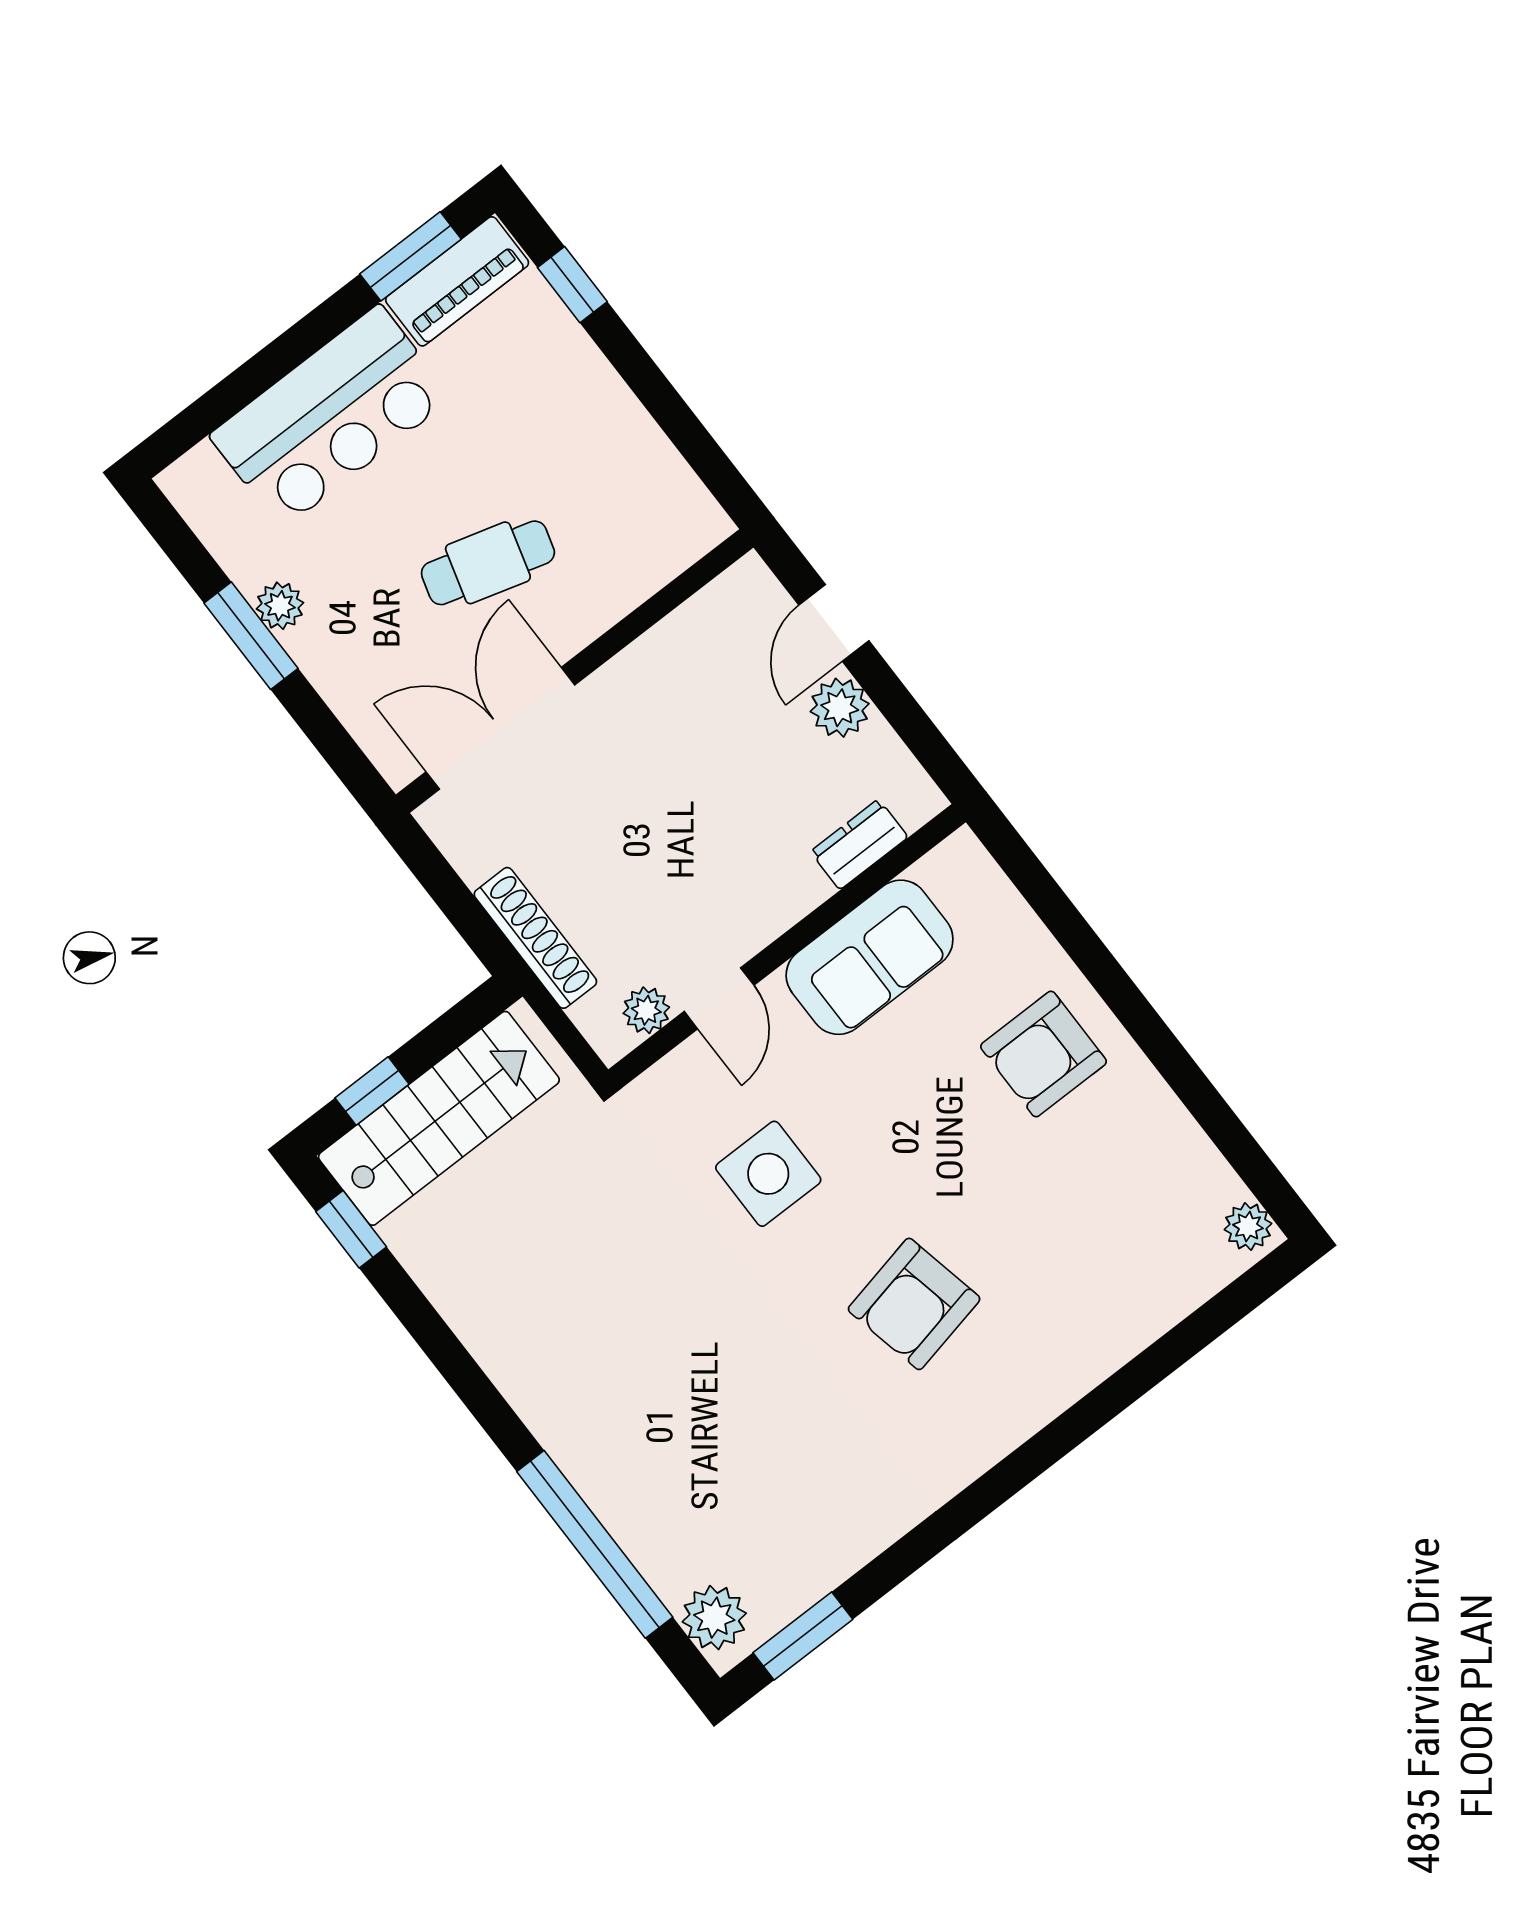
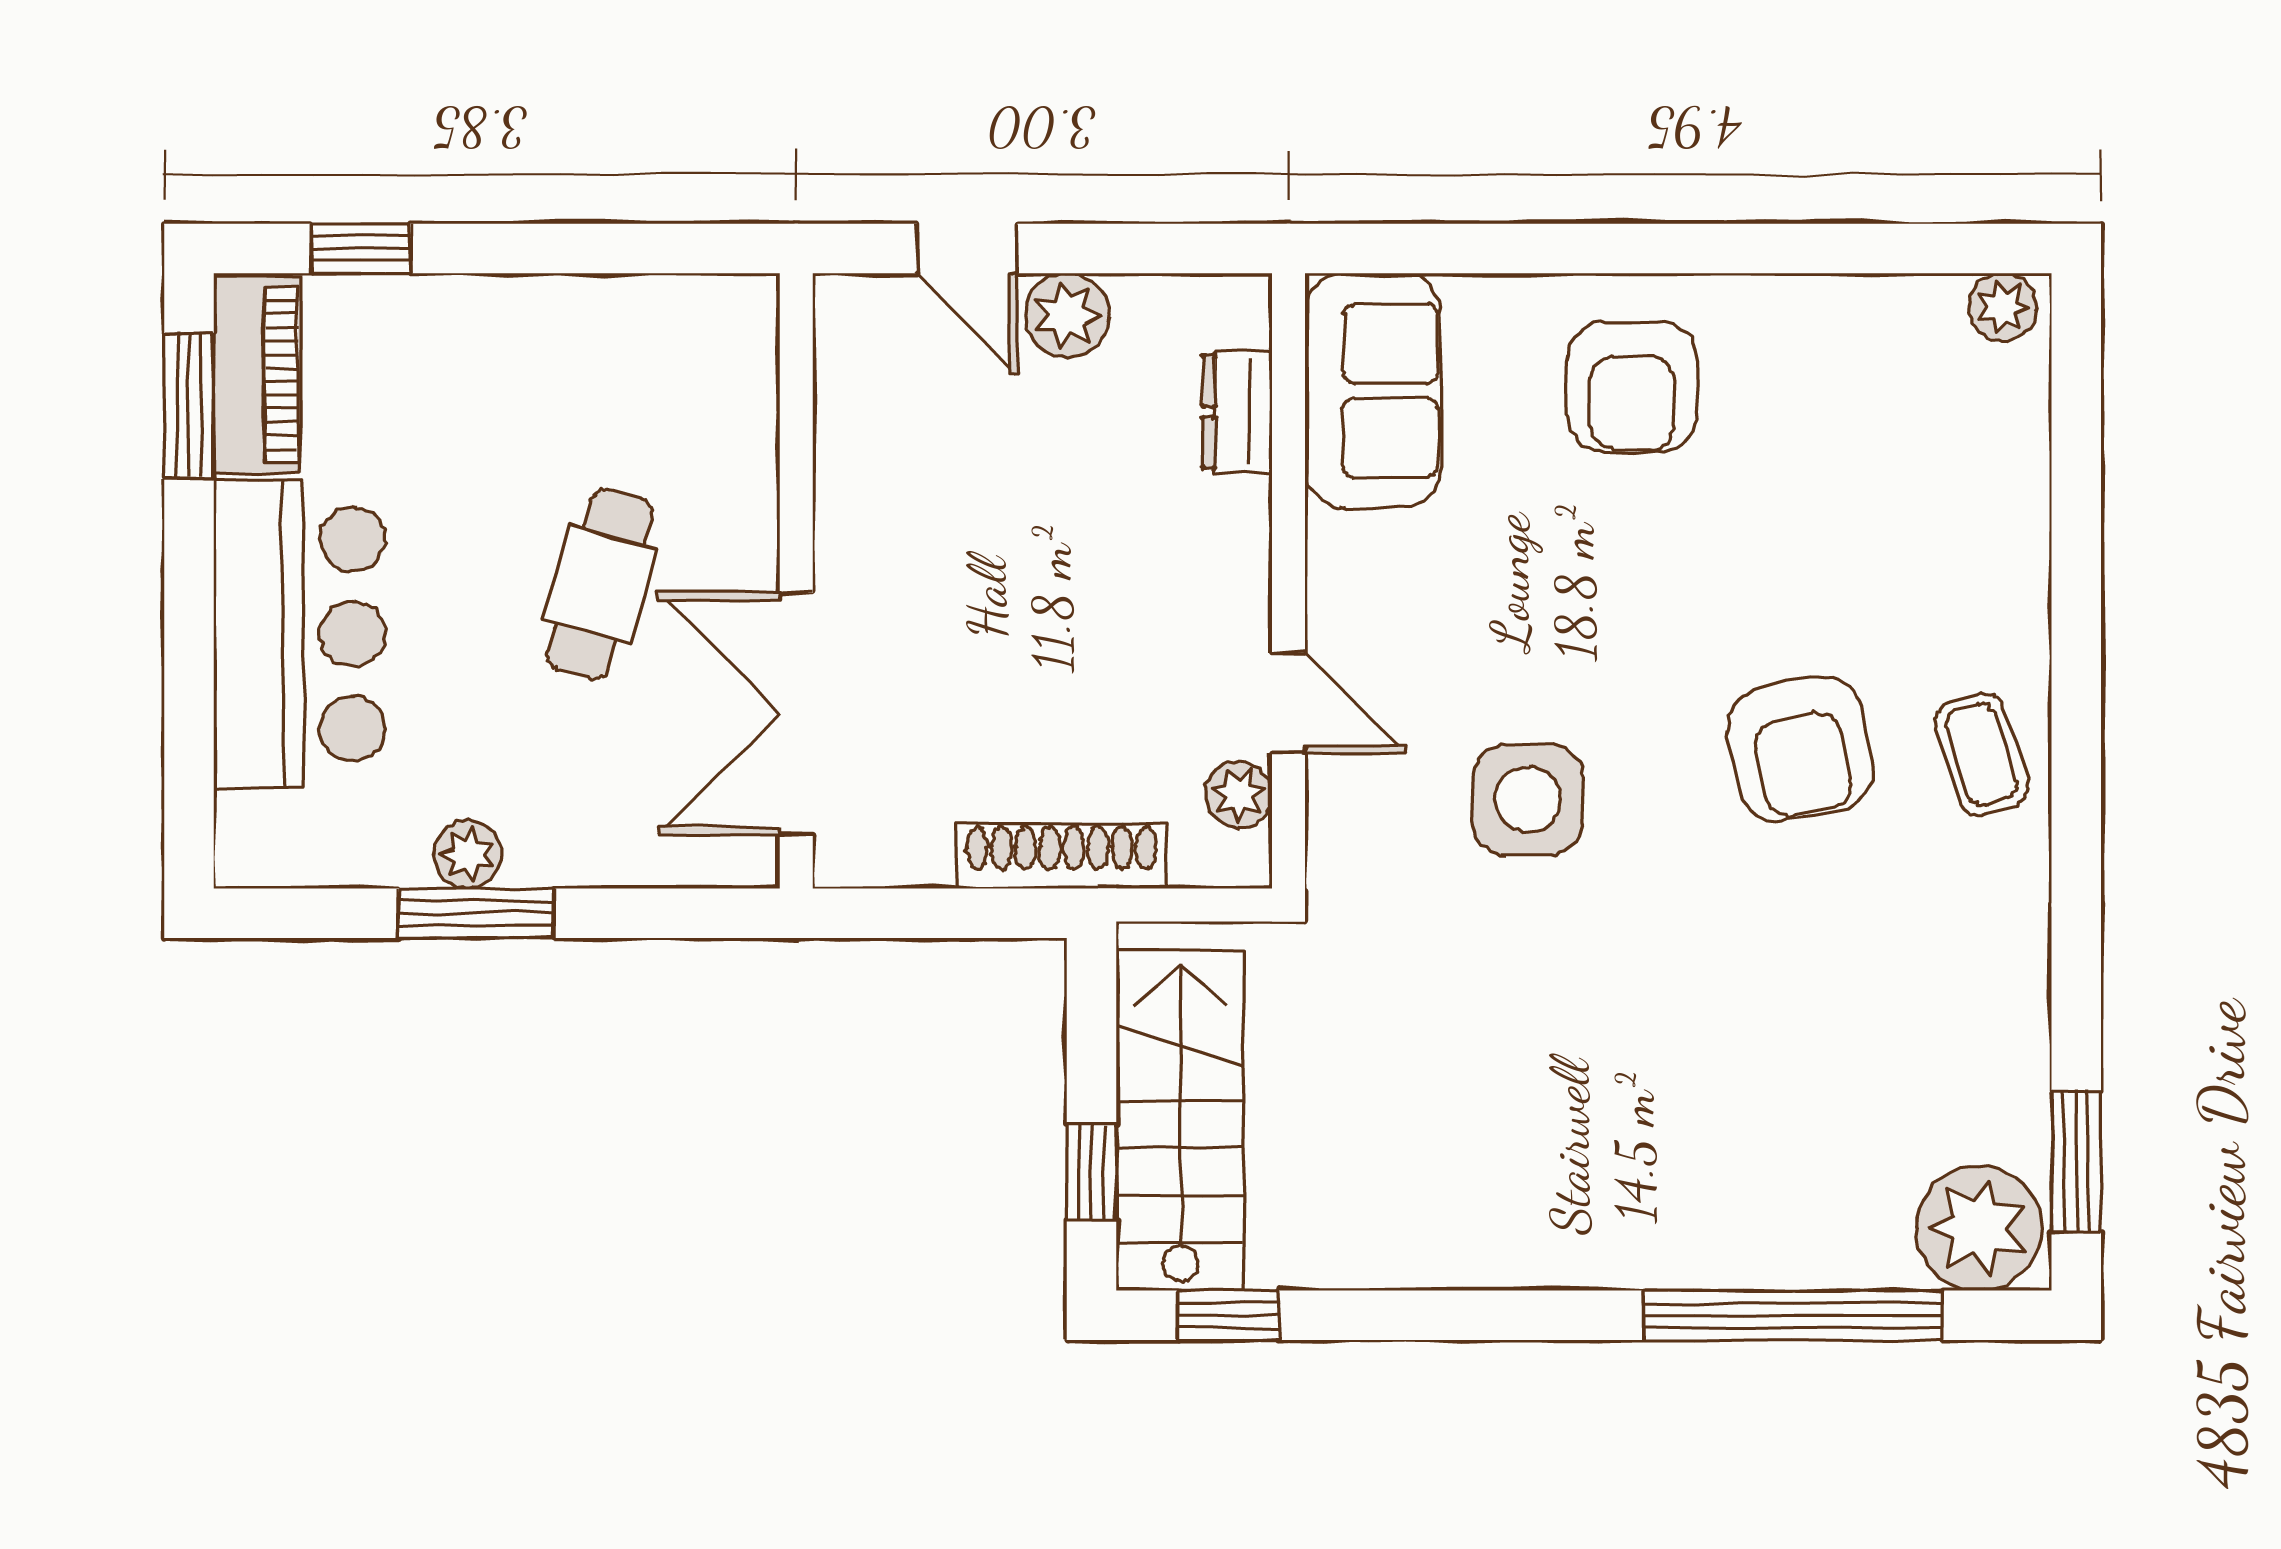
sofa: (870, 957) -> (1373, 391), moved
coffee table: (989, 1407) -> (1981, 754), added
plant: (714, 1618) -> (1979, 1228), width x1.36, depth x1.36

